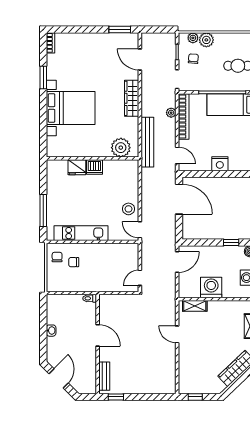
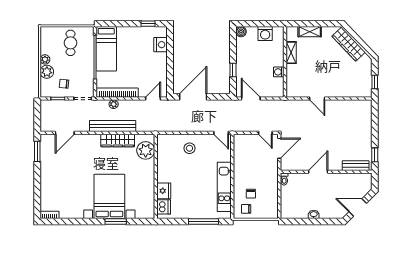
plant: (193, 38) -> (45, 59), moved
window: (43, 77) -> (116, 222), moved
wardrobe: (132, 98) -> (118, 140), moved
bench: (147, 142) -> (113, 126), moved
nightstand: (220, 164) -> (161, 45), moved
dishwasher: (94, 167) -> (164, 207), moved
stool: (128, 209) -> (189, 148), moved
door: (140, 230) -> (221, 133), hinge flipped
window: (231, 243) -> (233, 70), moved
washing machine: (211, 288) -> (279, 72), width x0.53, depth x0.53
door: (123, 293) -> (279, 148), added
shelving: (195, 306) -> (291, 53), moved
door: (177, 334) -> (317, 99), hinge flipped

